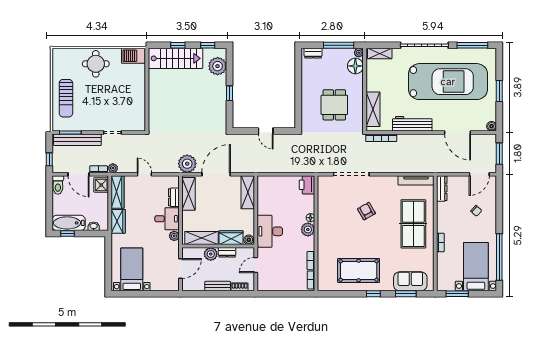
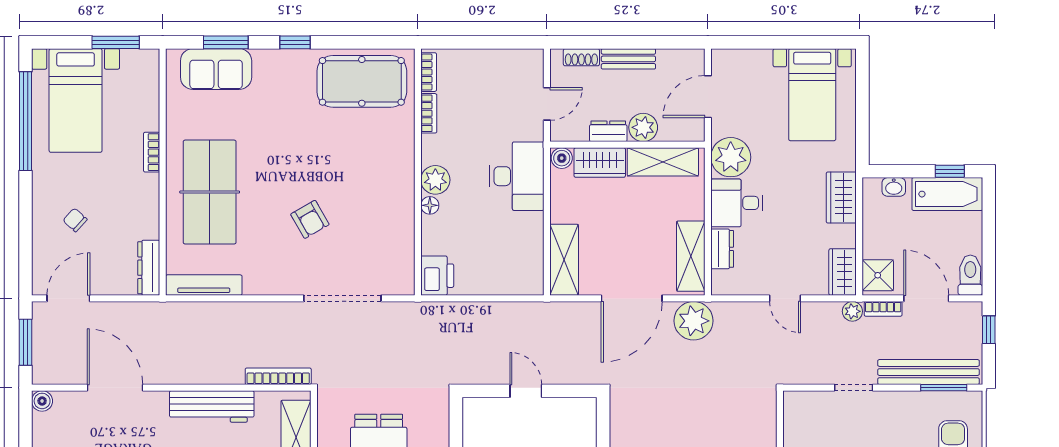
wardrobe: (118, 192) -> (843, 272), width x0.67
plant: (174, 236) -> (731, 157), width x1.88, depth x1.88
pool table: (359, 270) -> (362, 81), moved

